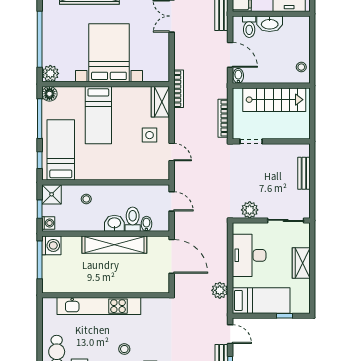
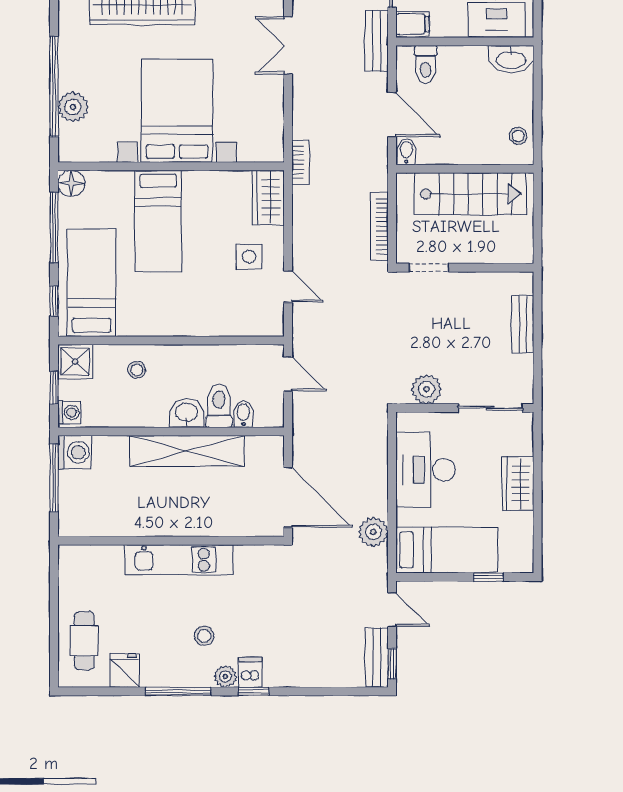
washbasin: (270, 24) -> (511, 59), moved
plant: (50, 73) -> (73, 107), moved
bookcase: (179, 89) -> (301, 162), width x0.64
door: (172, 256) -> (288, 497), moved
kitchen unit: (99, 306) -> (179, 560), width x0.73

